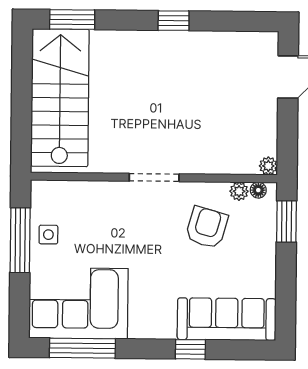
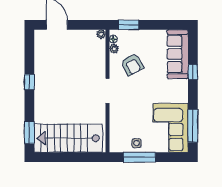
armchair: (207, 227) -> (132, 65), turned -134

